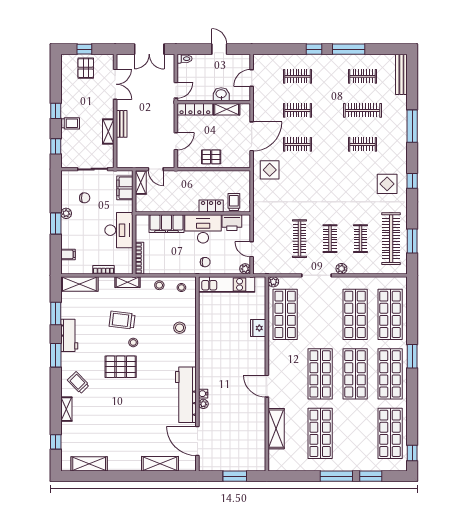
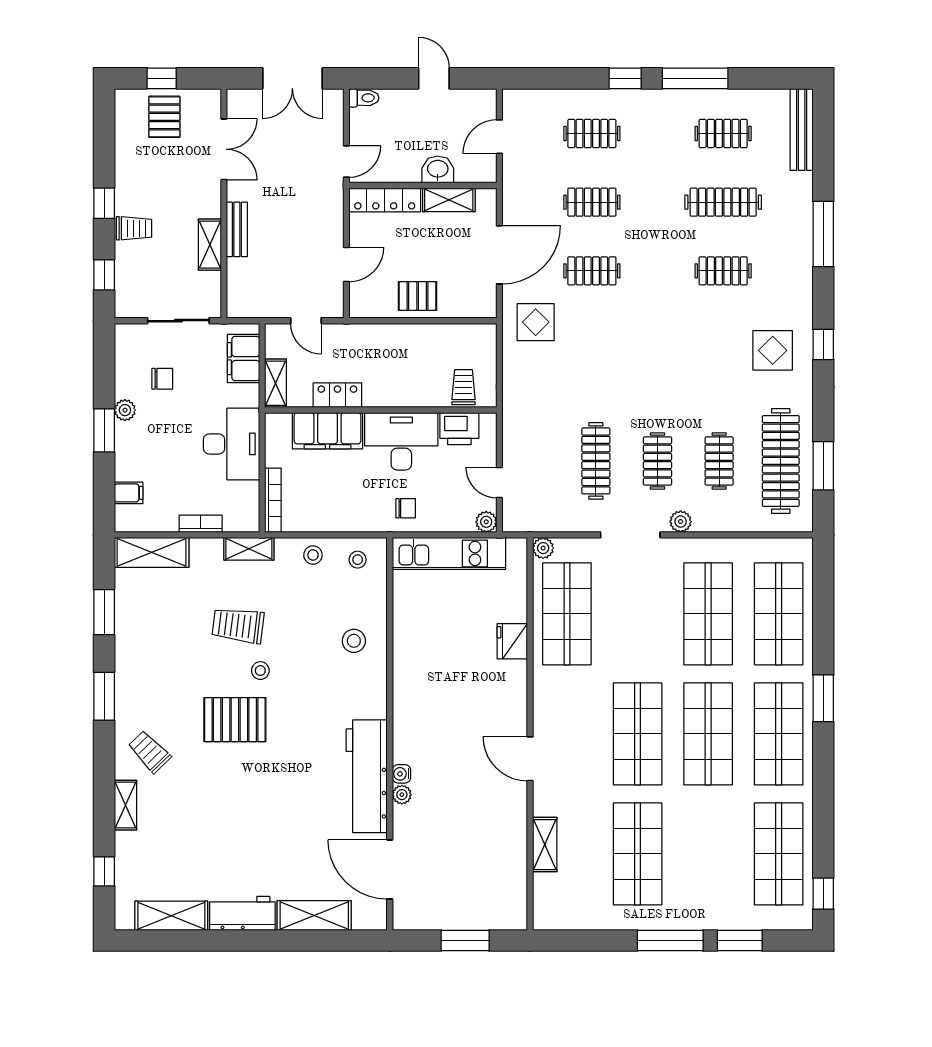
shelving: (141, 182) -> (276, 383), moved
locker: (211, 206) -> (337, 395), moved
workbench: (69, 335) -> (242, 913), moved, turned -90
shelving: (276, 429) -> (545, 845), width x0.67, depth x0.75

